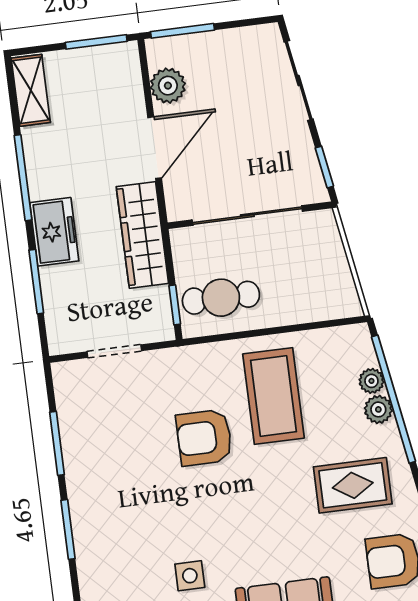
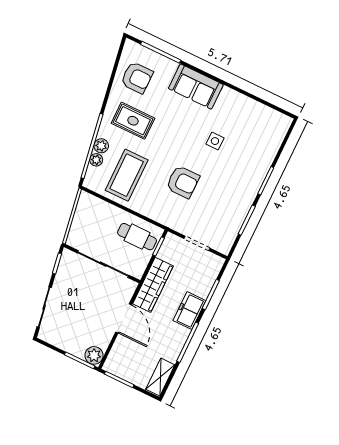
plant: (168, 86) -> (94, 355), moved
door: (155, 148) -> (124, 318), swing flipped
coffee table: (273, 396) -> (127, 175), moved
side table: (190, 576) -> (215, 141), moved

